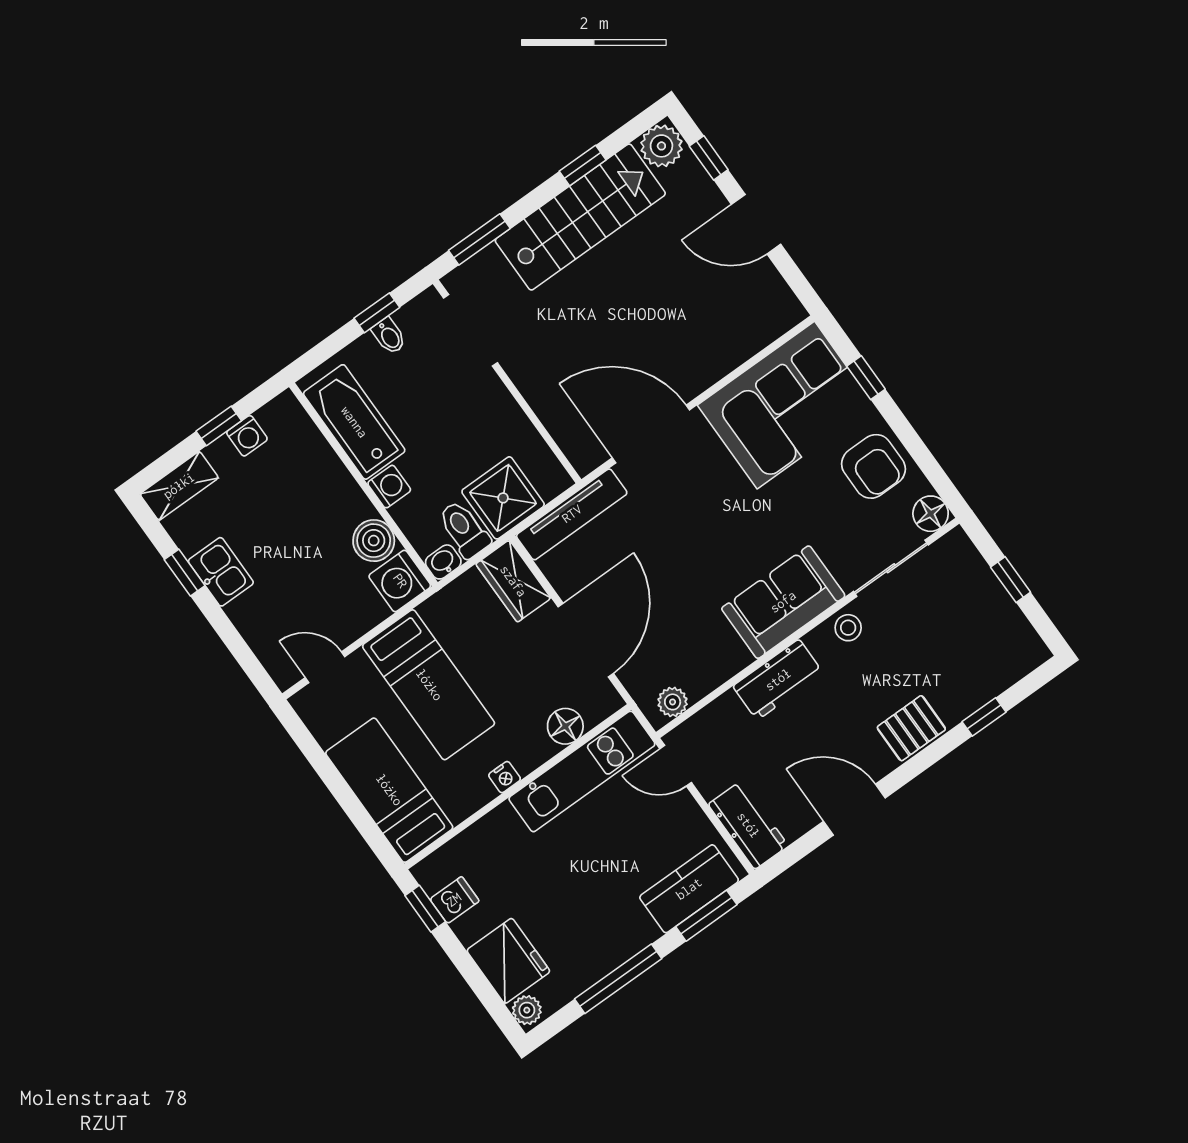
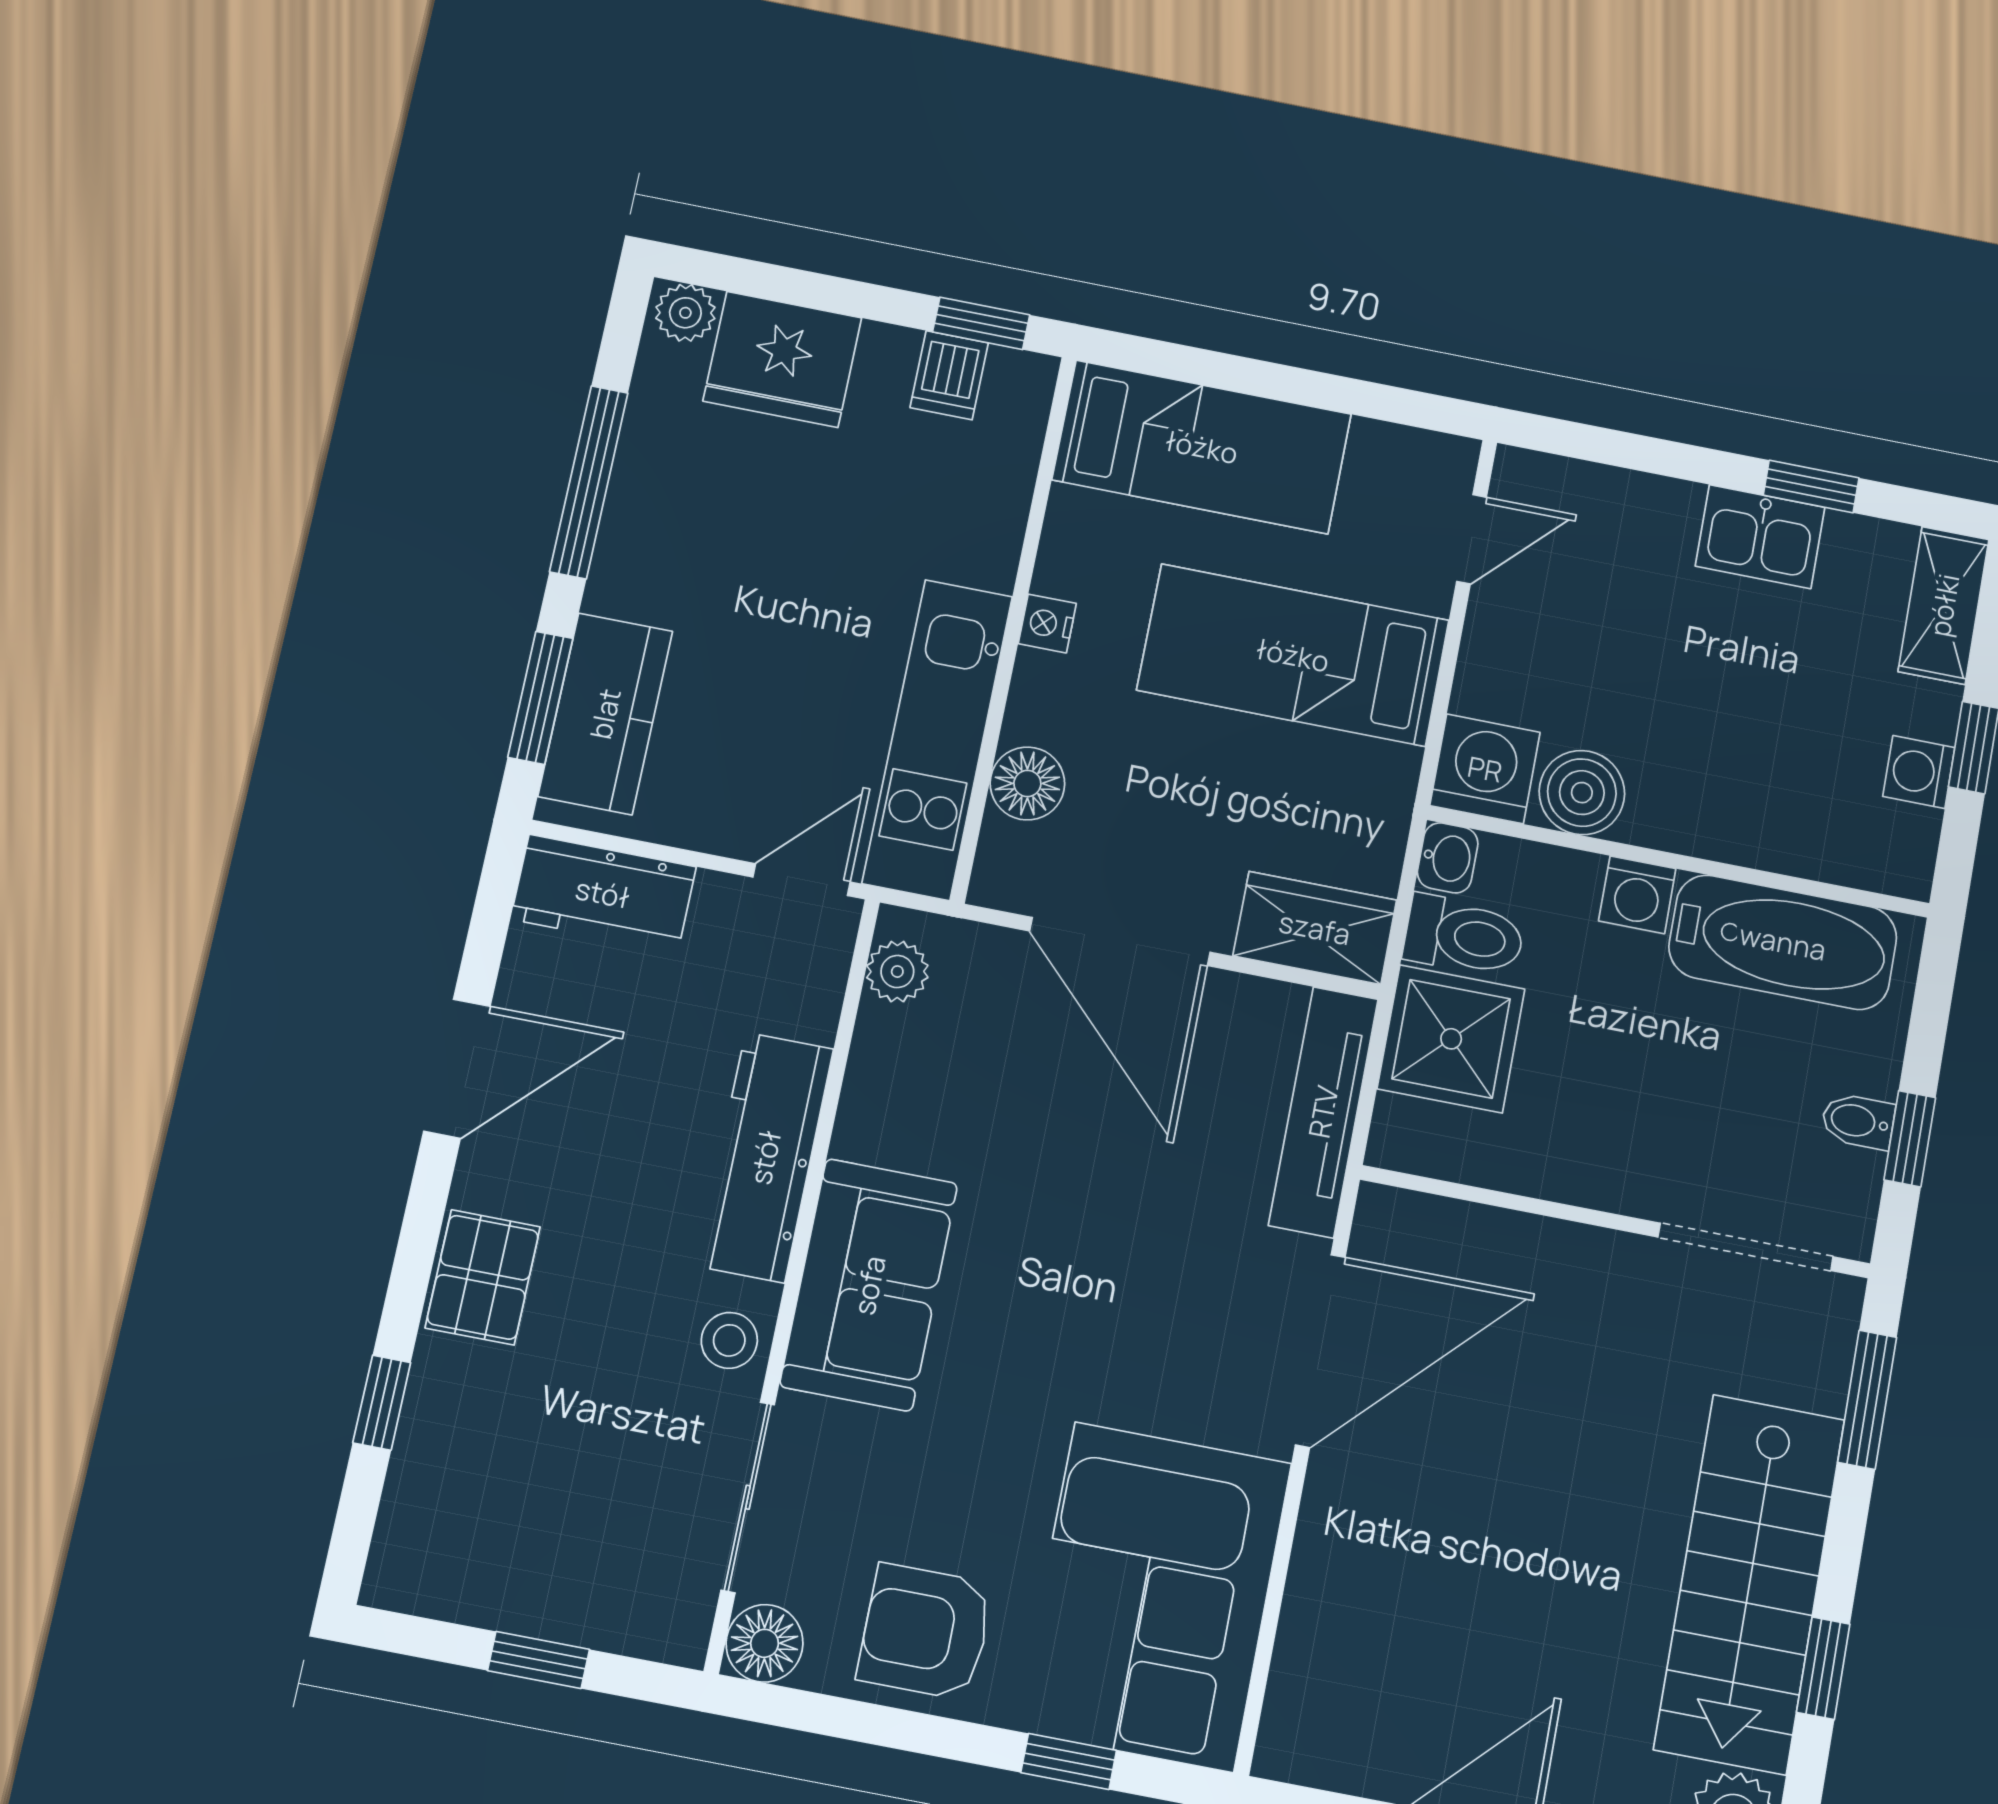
workbench: (778, 680) -> (765, 1157), width x1.38

